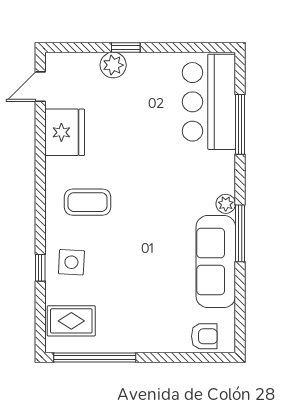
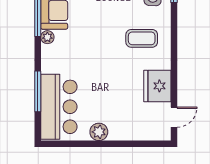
window: (126, 47) -> (116, 144), removed
plant: (113, 65) -> (99, 132), moved

